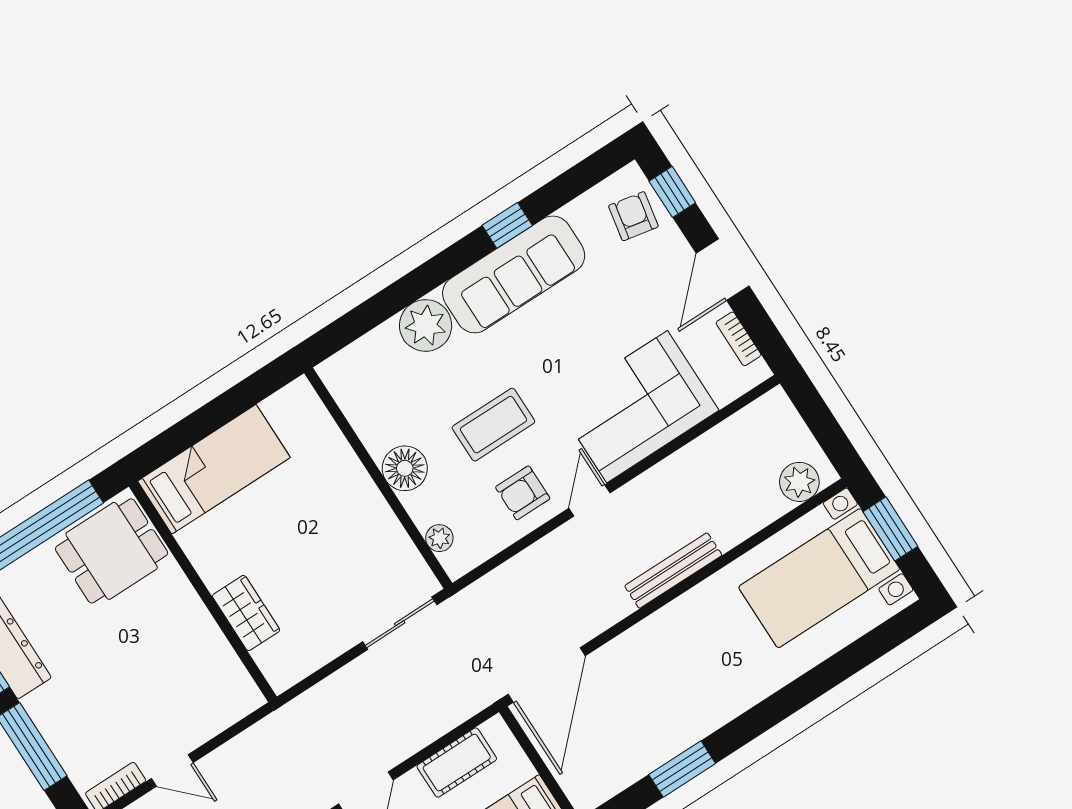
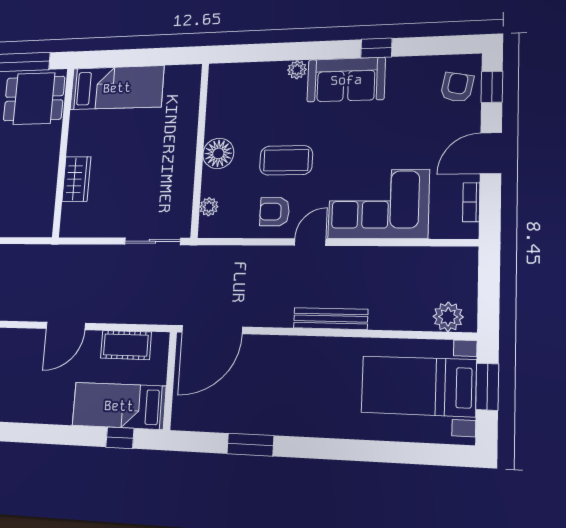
sofa: (514, 274) -> (346, 80), width x0.73
plant: (426, 325) -> (297, 70), width x0.53, depth x0.53

